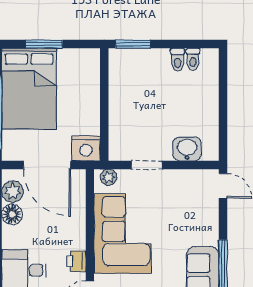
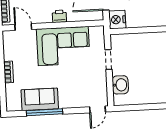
plant: (108, 177) -> (99, 35), removed
printer: (76, 261) -> (59, 16), moved

